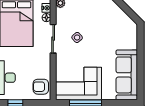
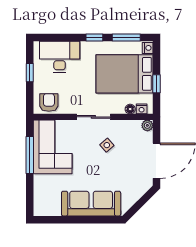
sliding door: (53, 39) -> (93, 117), moved
sofa: (127, 75) -> (91, 204), moved

